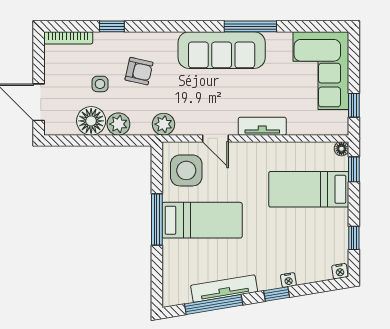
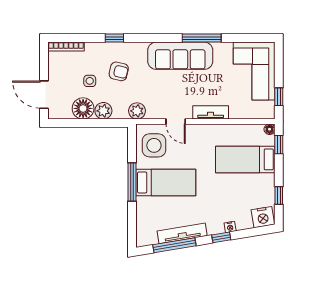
window: (112, 26) -> (114, 38), moved
nightstand: (340, 271) -> (263, 217), width x1.89, depth x1.79

